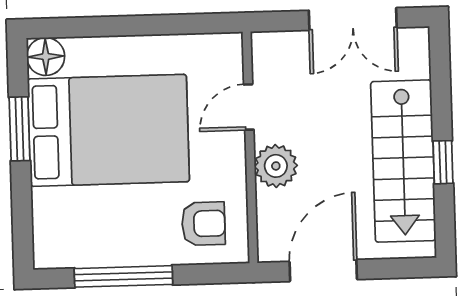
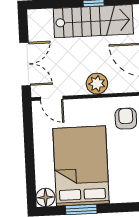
double door: (353, 19) -> (25, 64), moved
door: (249, 107) -> (52, 98), moved

